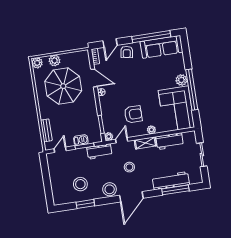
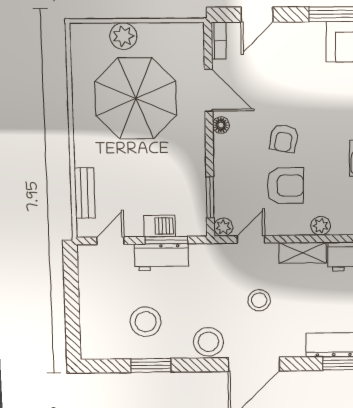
armchair: (127, 52) -> (284, 138), moved
plant: (37, 63) -> (82, 36), removed
workbench: (99, 151) -> (161, 257), moved

